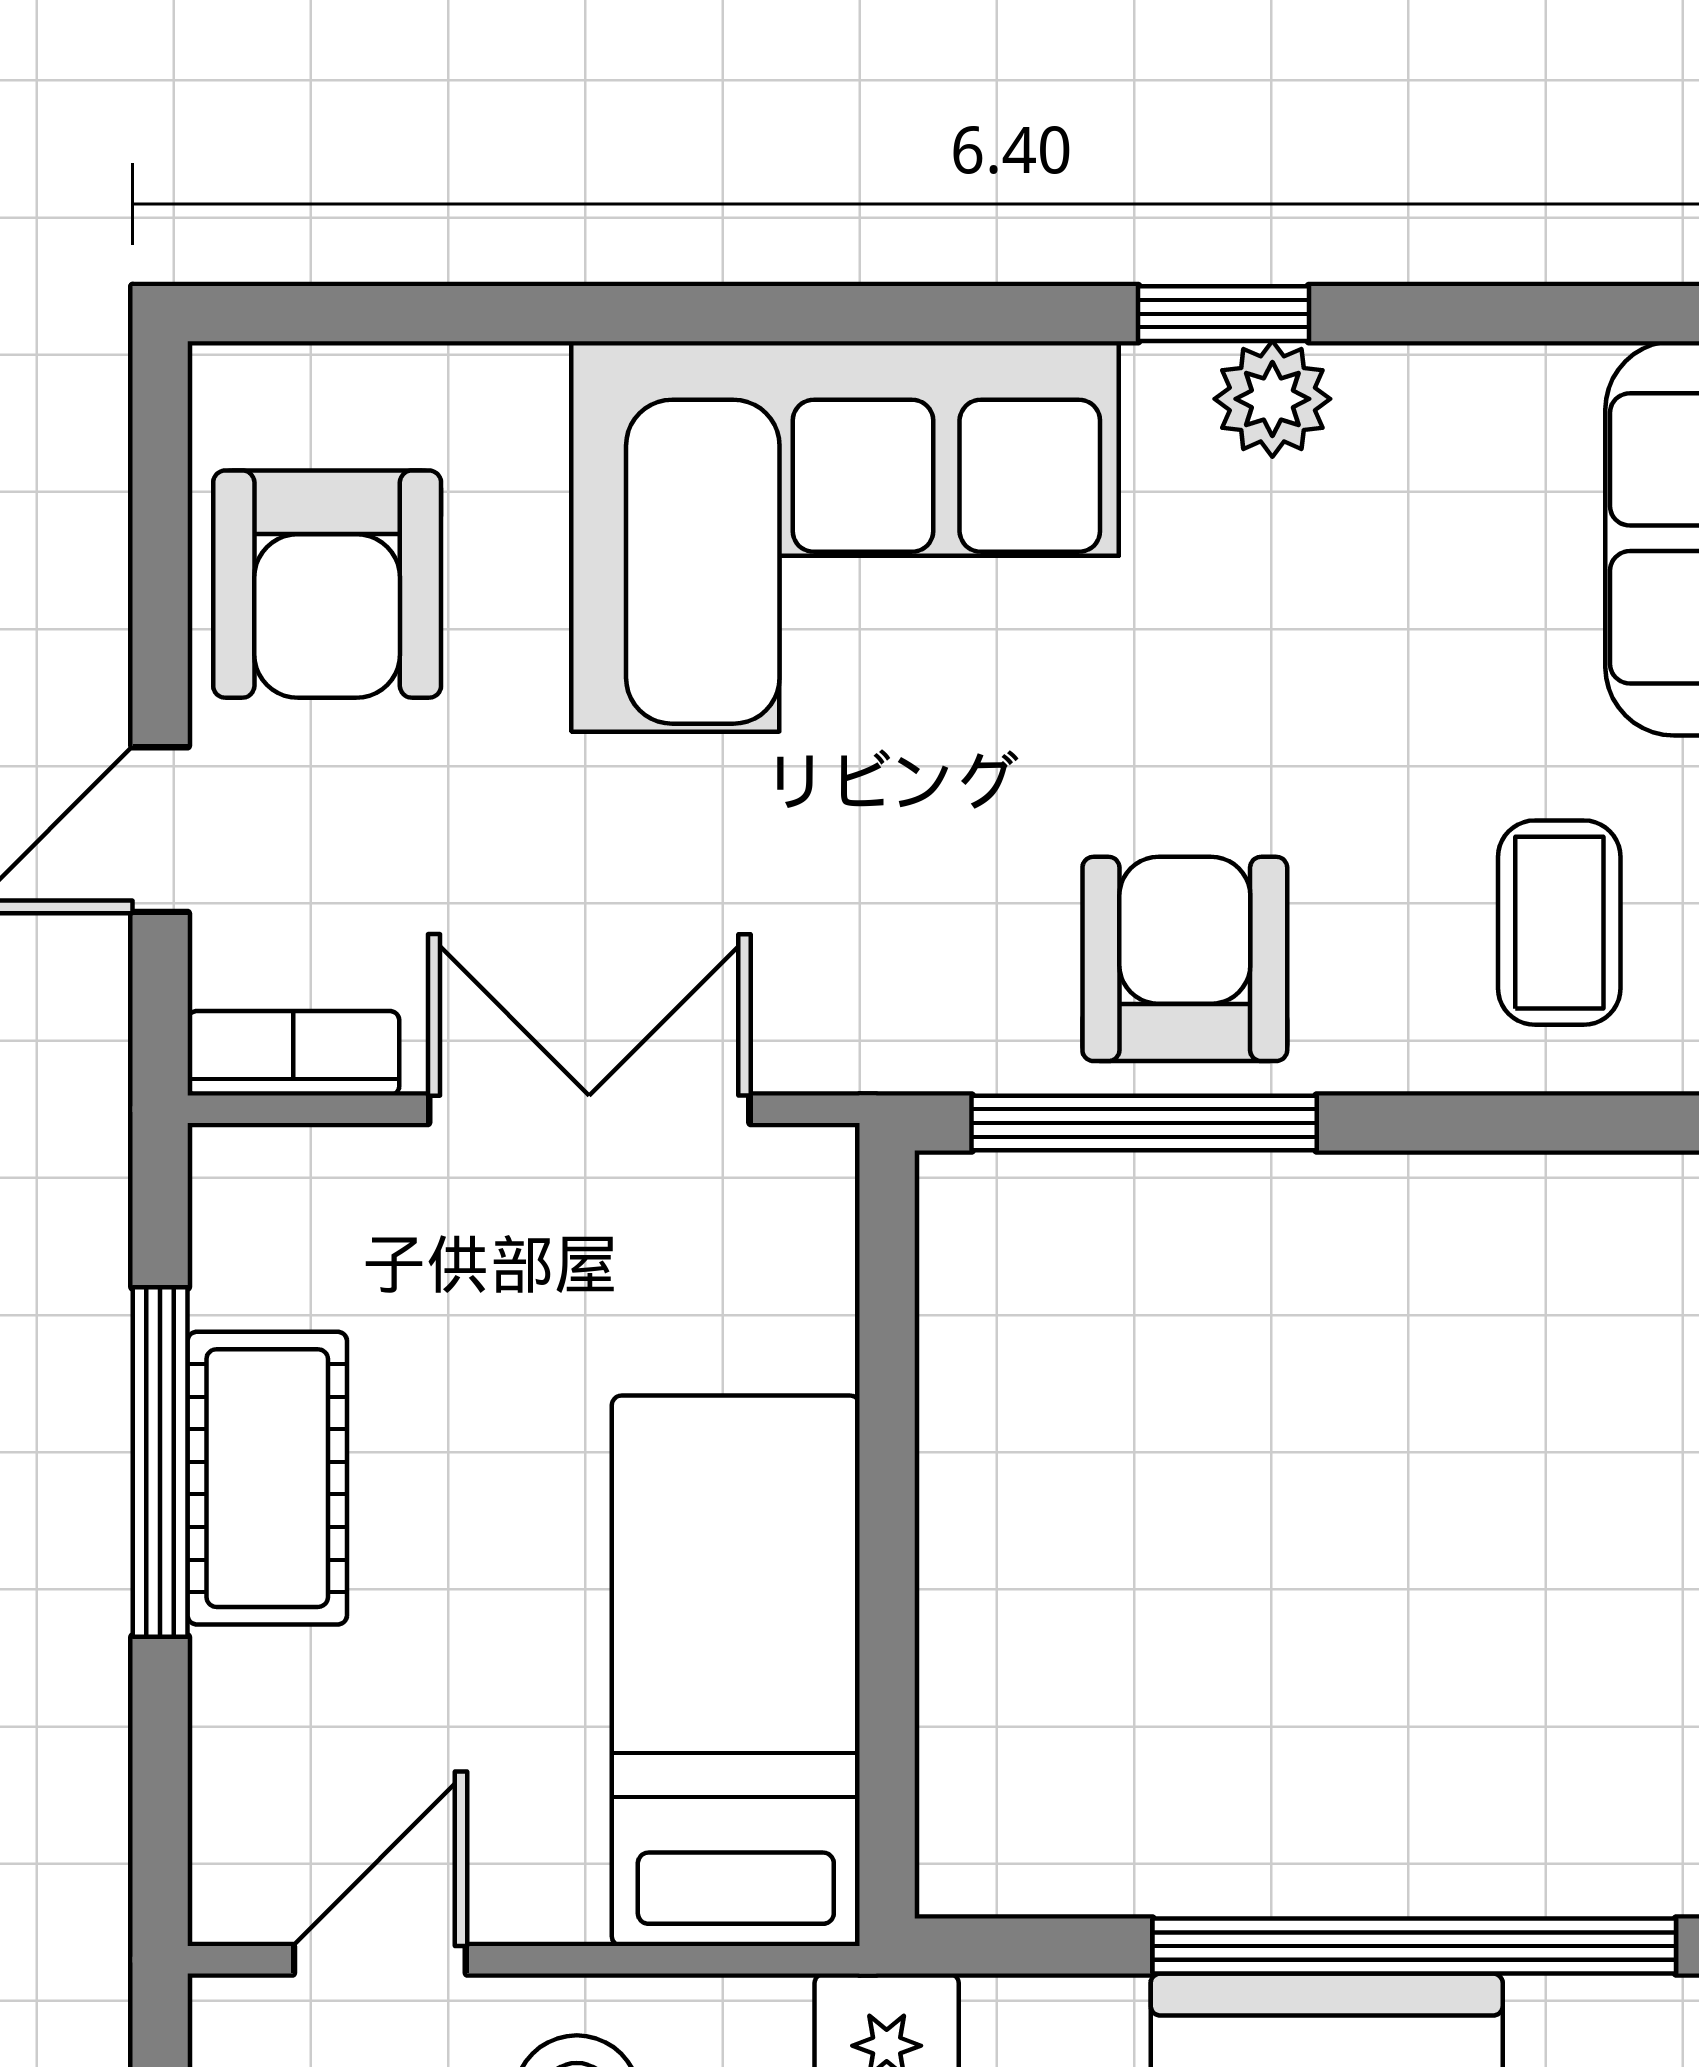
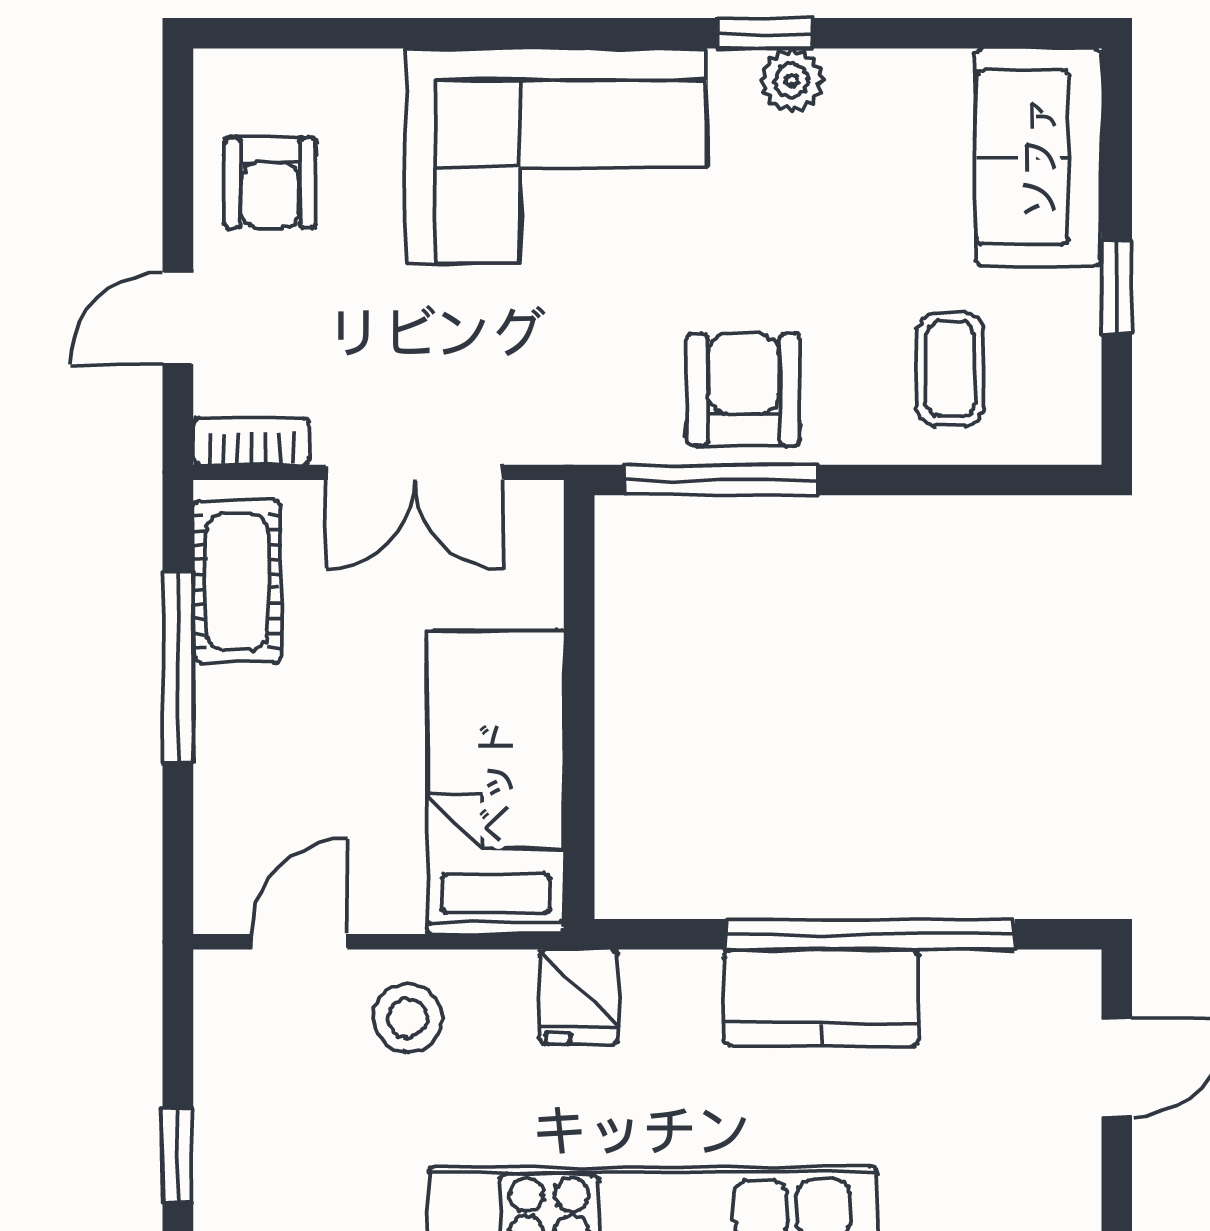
armchair: (327, 584) -> (270, 183), width x0.72, depth x0.72
double door: (589, 1109) -> (415, 472), swing flipped
cot: (267, 1478) -> (237, 582), moved

